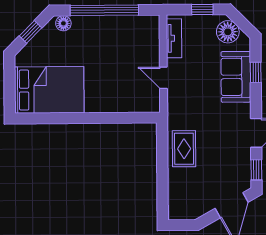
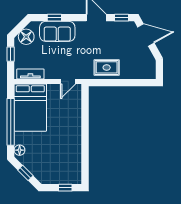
door: (163, 78) -> (68, 81), moved
window: (10, 90) -> (65, 188), added
bed: (49, 90) -> (30, 108), moved, turned 180

